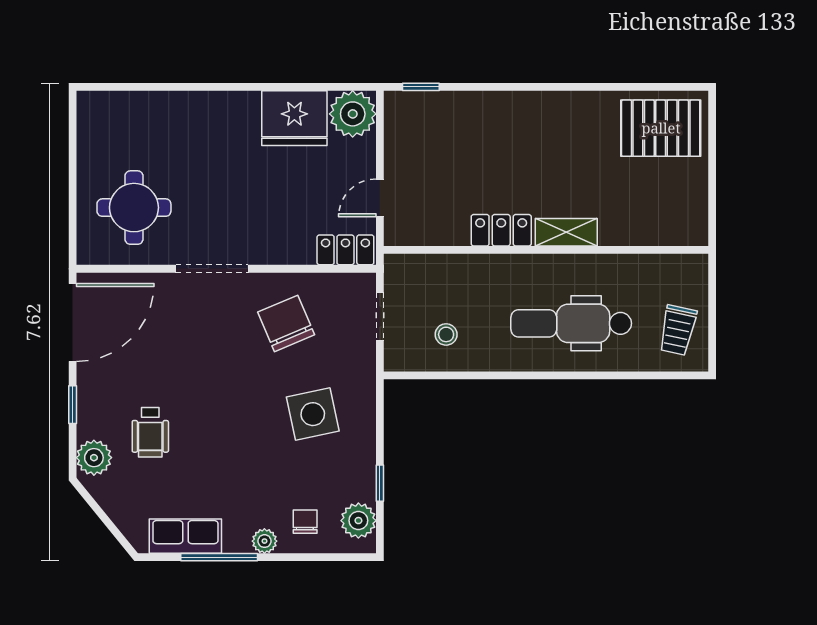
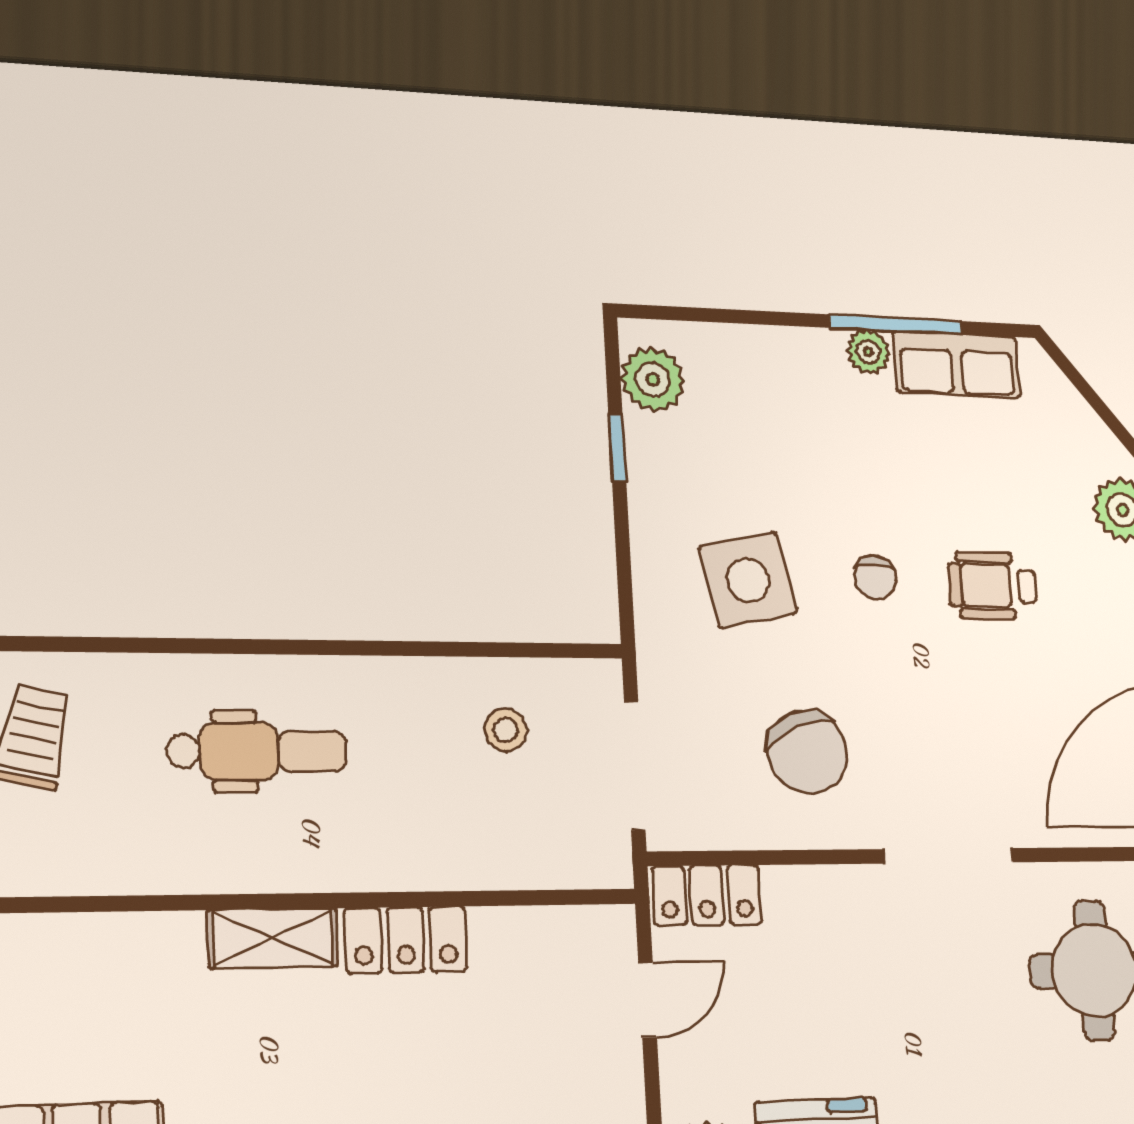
doorway: (380, 316) -> (635, 765), width x1.38
dental chair: (571, 323) -> (257, 751), width x0.73, depth x0.72
wheelchair: (150, 432) -> (993, 586), moved, turned -90
chair: (305, 522) -> (875, 577), moved
plant: (264, 541) -> (868, 352), moved

